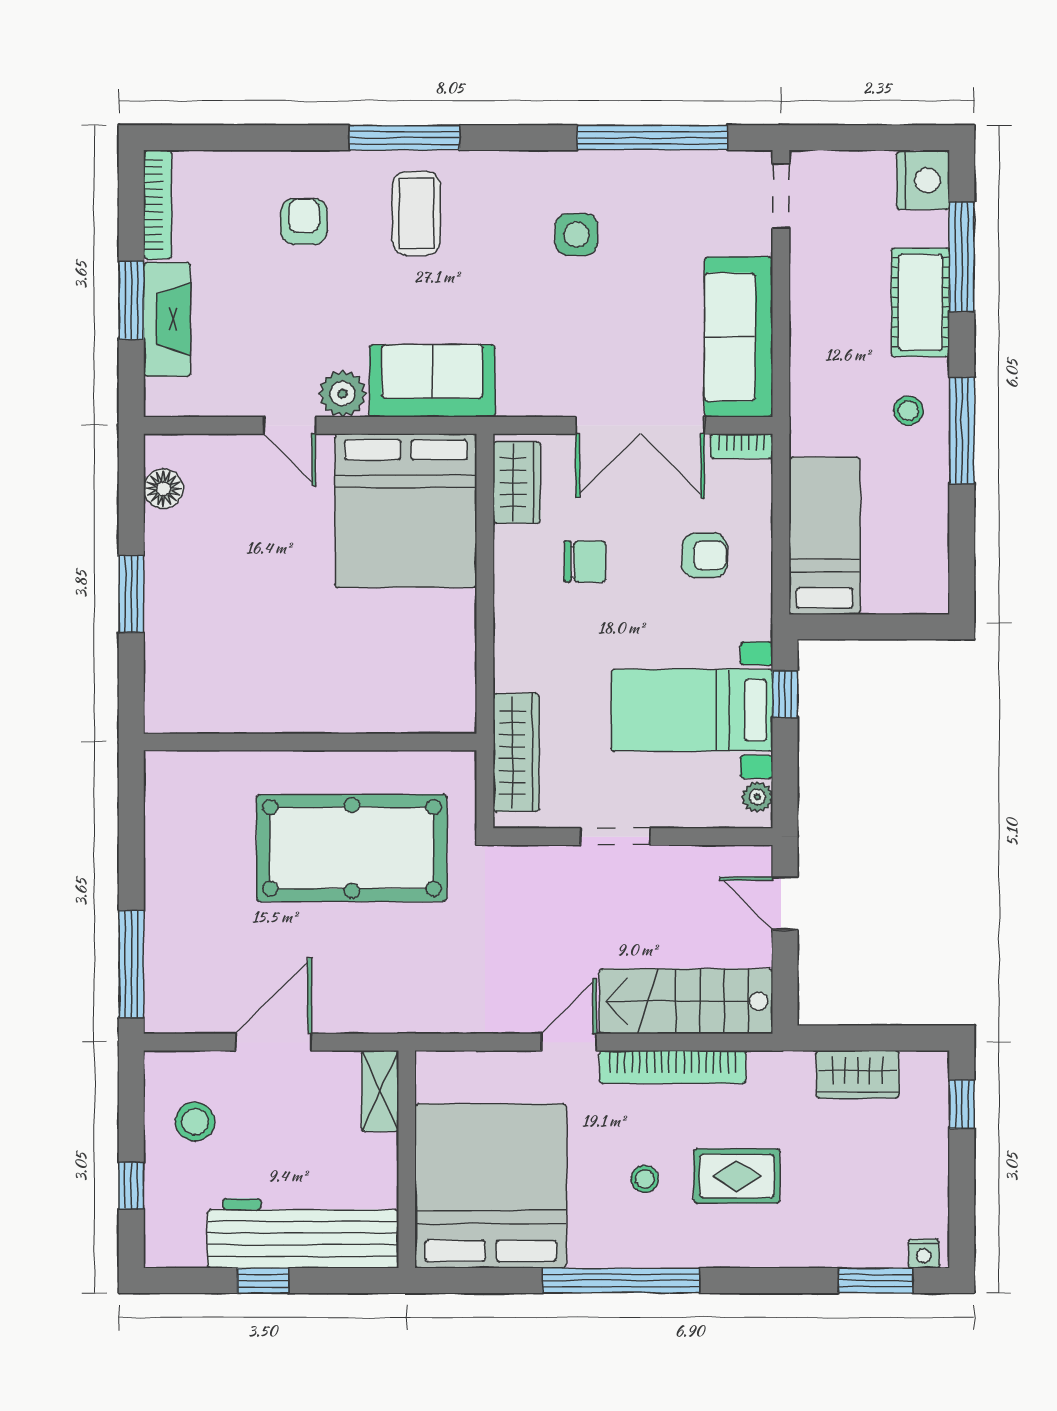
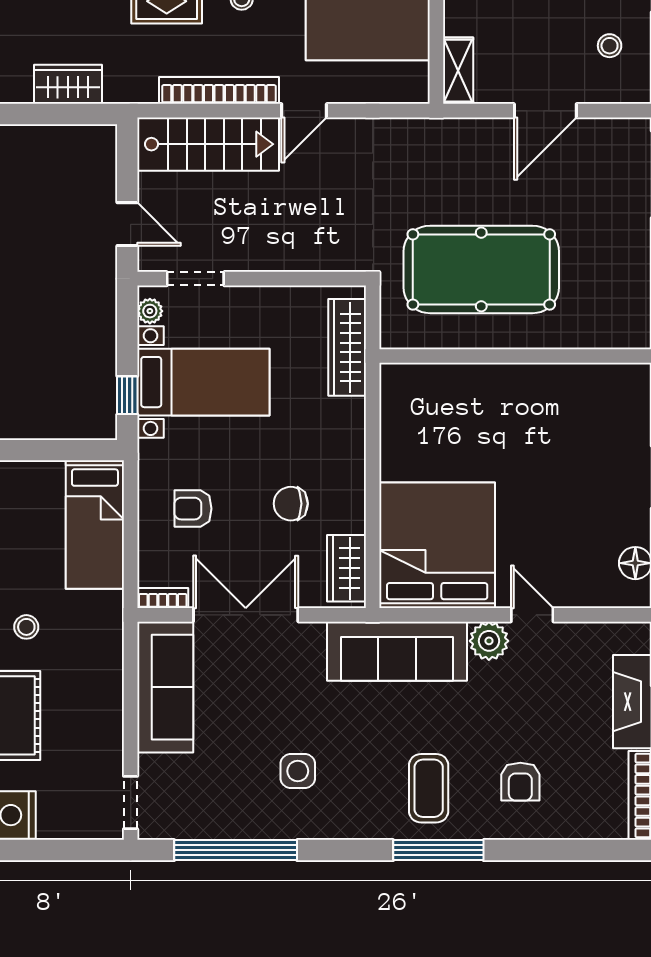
sofa: (432, 381) -> (397, 651), width x1.36
doorway: (615, 837) -> (195, 279), moved
stool: (195, 1122) -> (610, 46), width x0.73, depth x0.73

